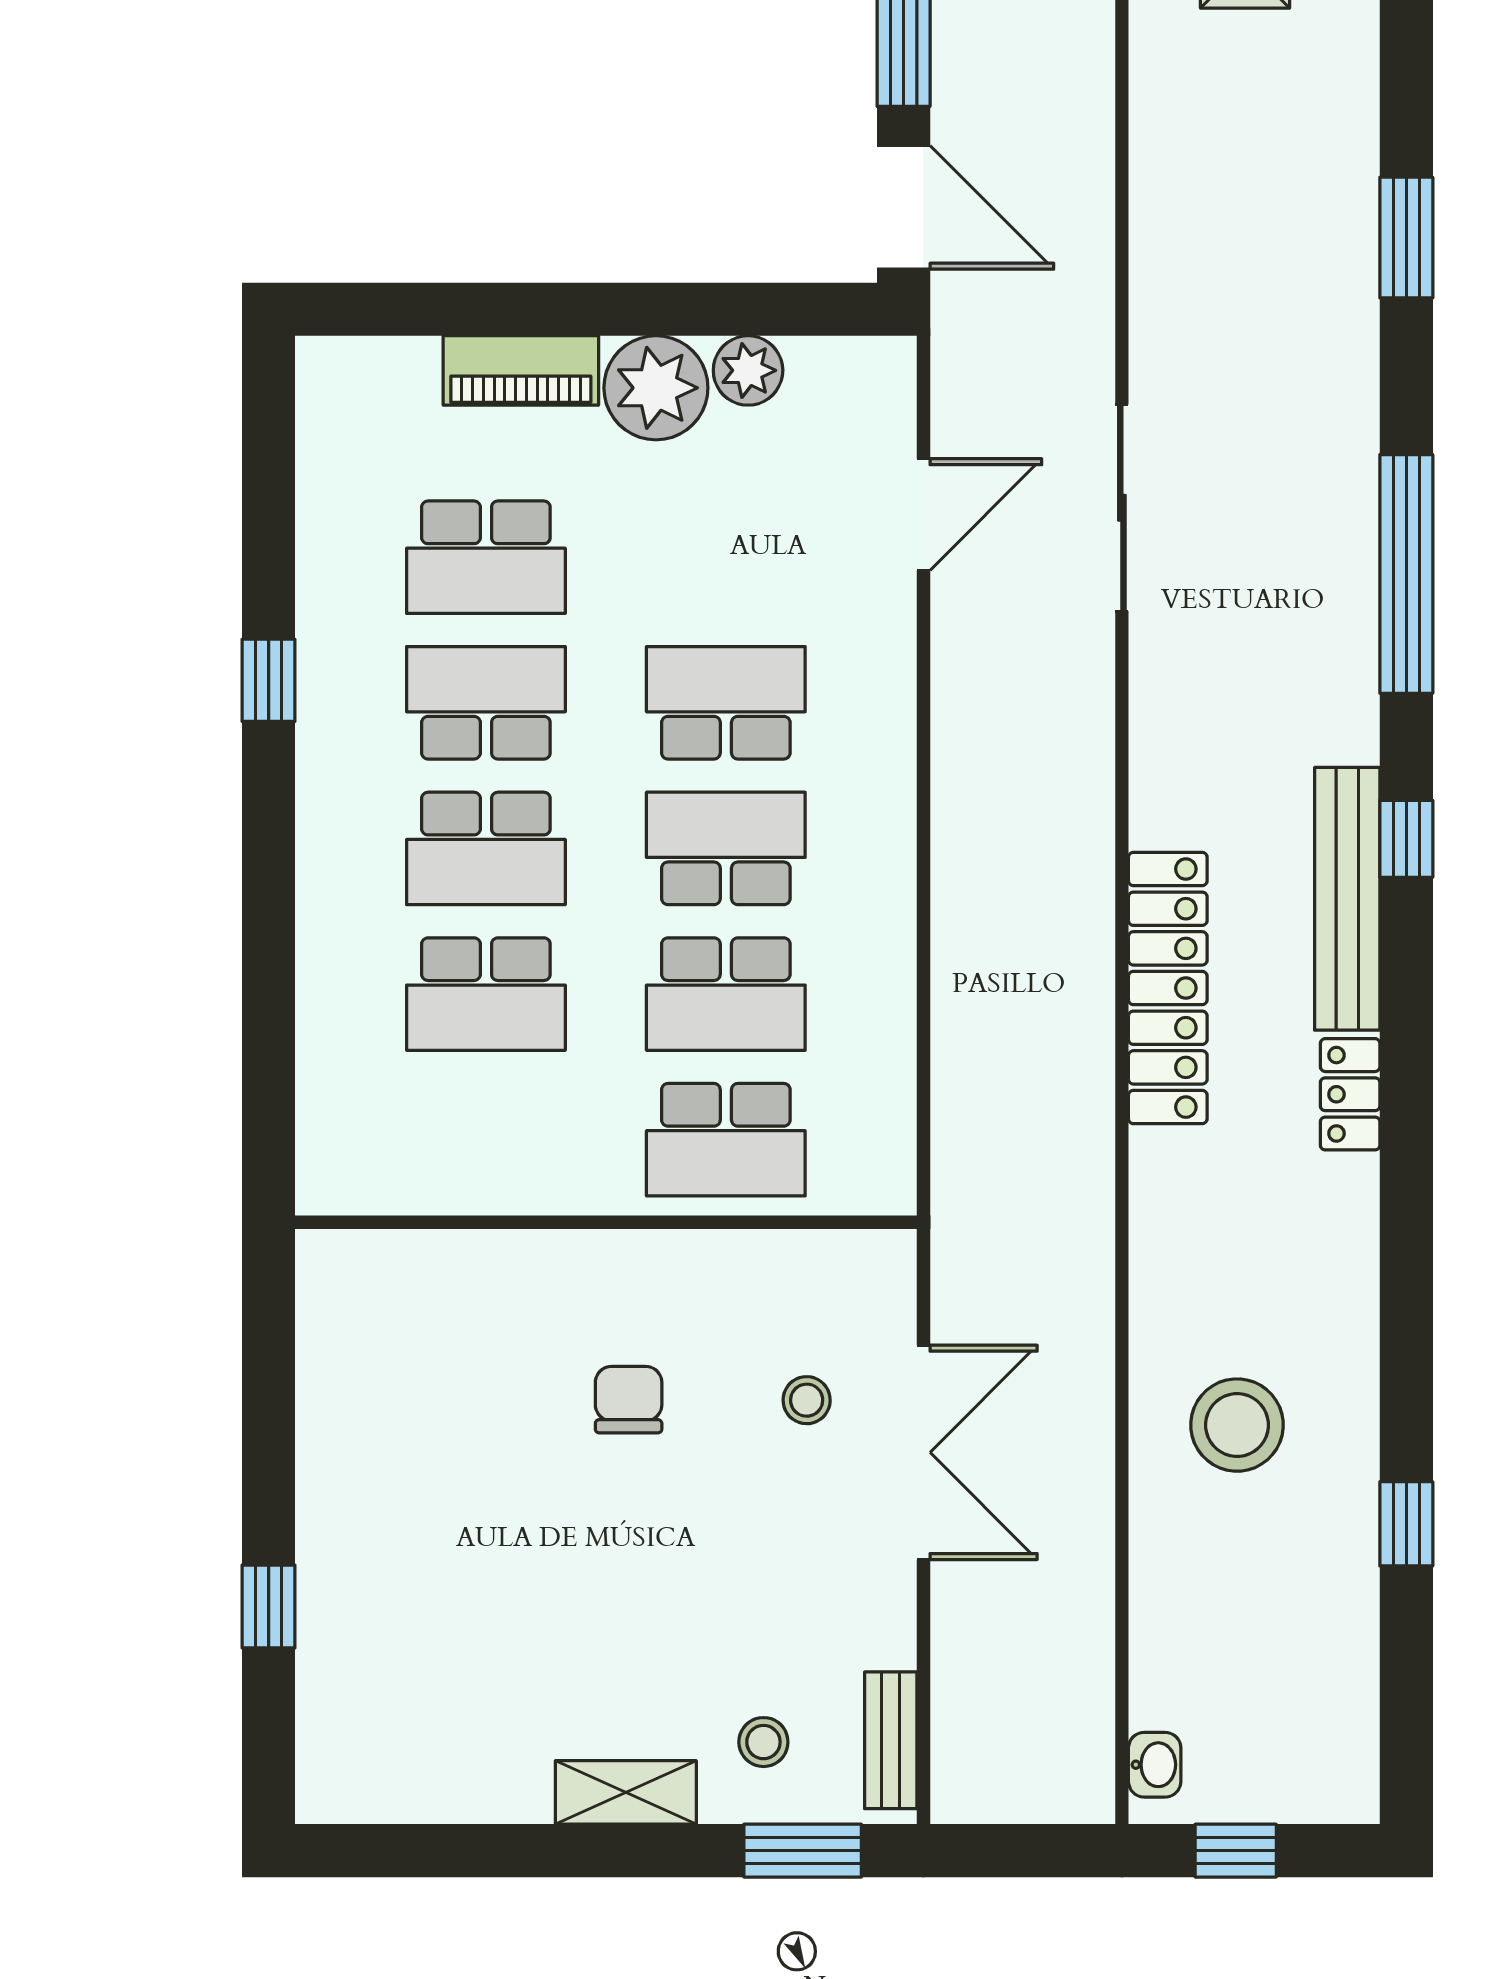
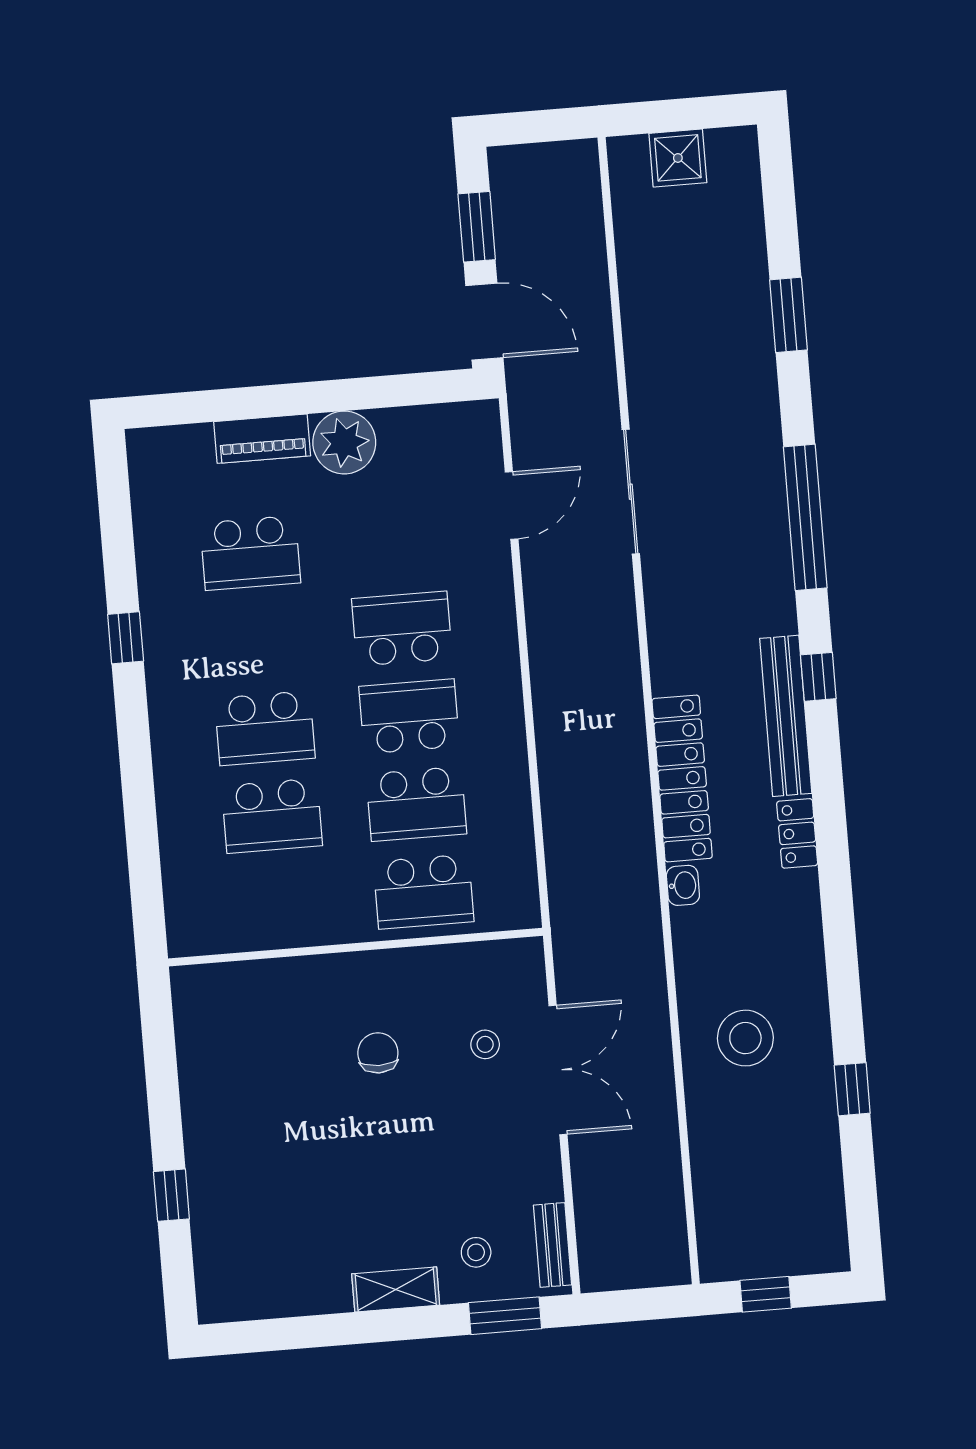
plant: (748, 370) -> (399, 427), removed
school desk: (486, 703) -> (258, 641), removed
washbasin: (1155, 1765) -> (683, 885), moved

